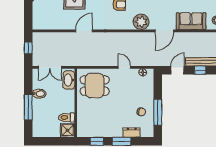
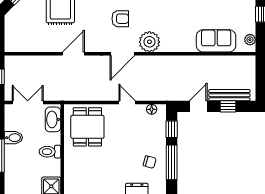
door: (164, 31) -> (122, 54), moved
double door: (50, 67) -> (28, 103), swing flipped
dining table: (95, 86) -> (87, 127), turned 90
window: (158, 87) -> (172, 129), added
toilet: (67, 117) -> (50, 152), moved

